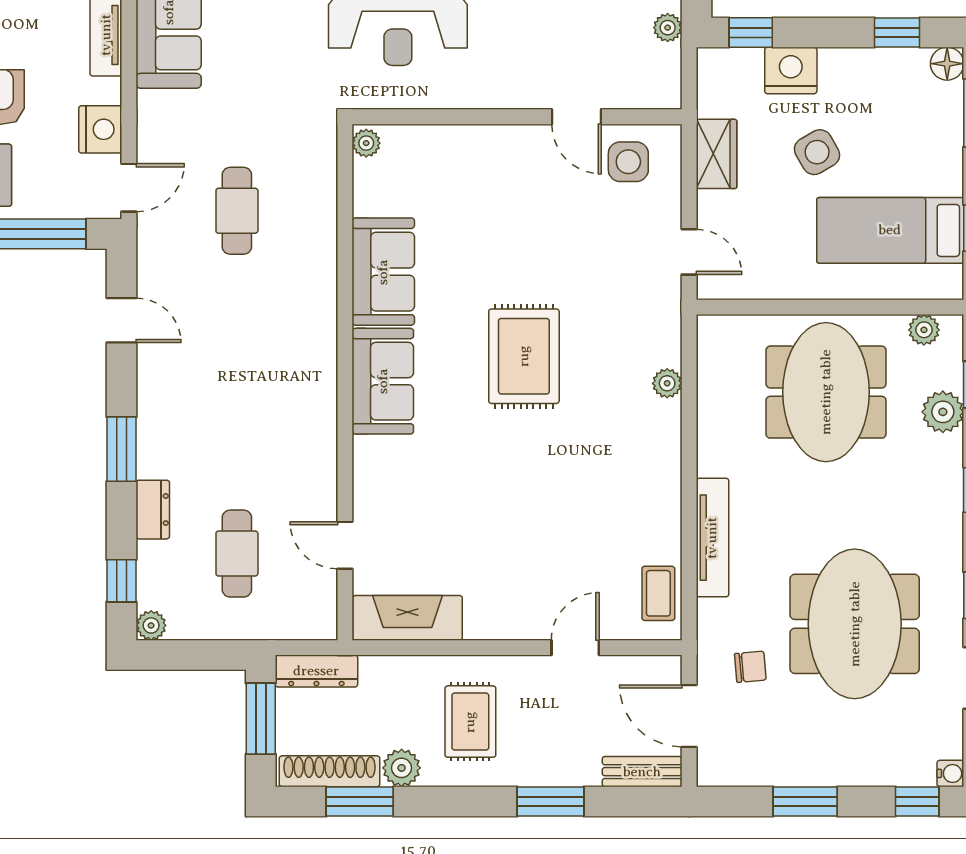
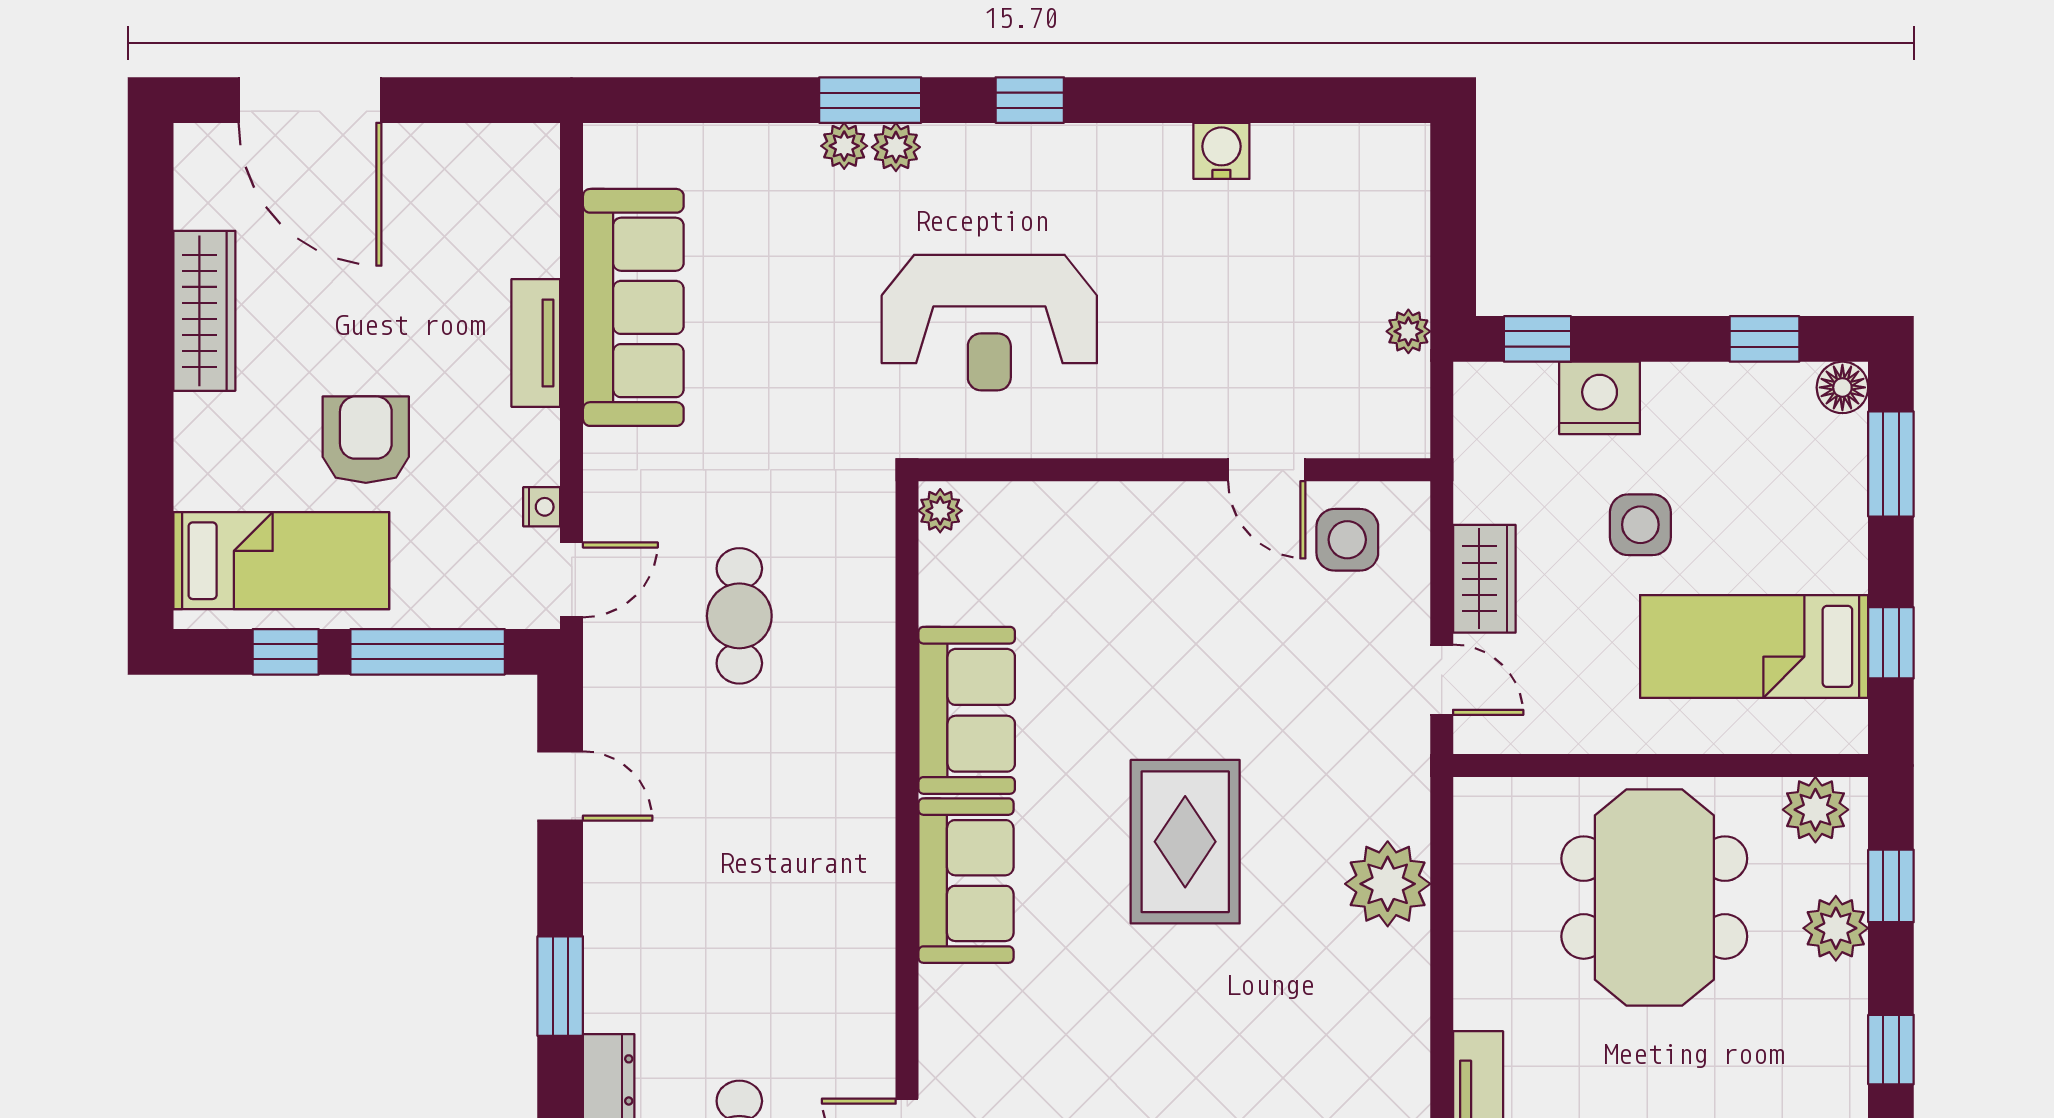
nightstand: (100, 129) -> (542, 507), width x0.53, depth x0.56
side table: (817, 152) -> (1640, 525), turned 30
wardrobe: (717, 154) -> (1484, 579), moved
plant: (924, 330) -> (1815, 810), width x1.38, depth x1.38
plant: (667, 383) -> (1388, 884), width x1.88, depth x1.88

